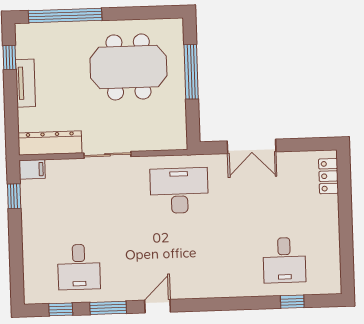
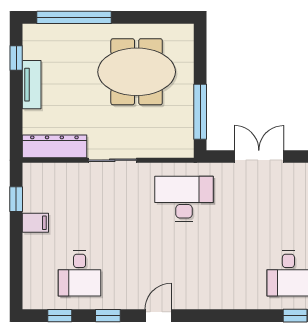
window: (191, 72) -> (200, 112), moved
double door: (252, 146) -> (259, 157), swing flipped
filing cabinet: (32, 169) -> (35, 223), moved
window: (108, 308) -> (108, 316), width x0.67

